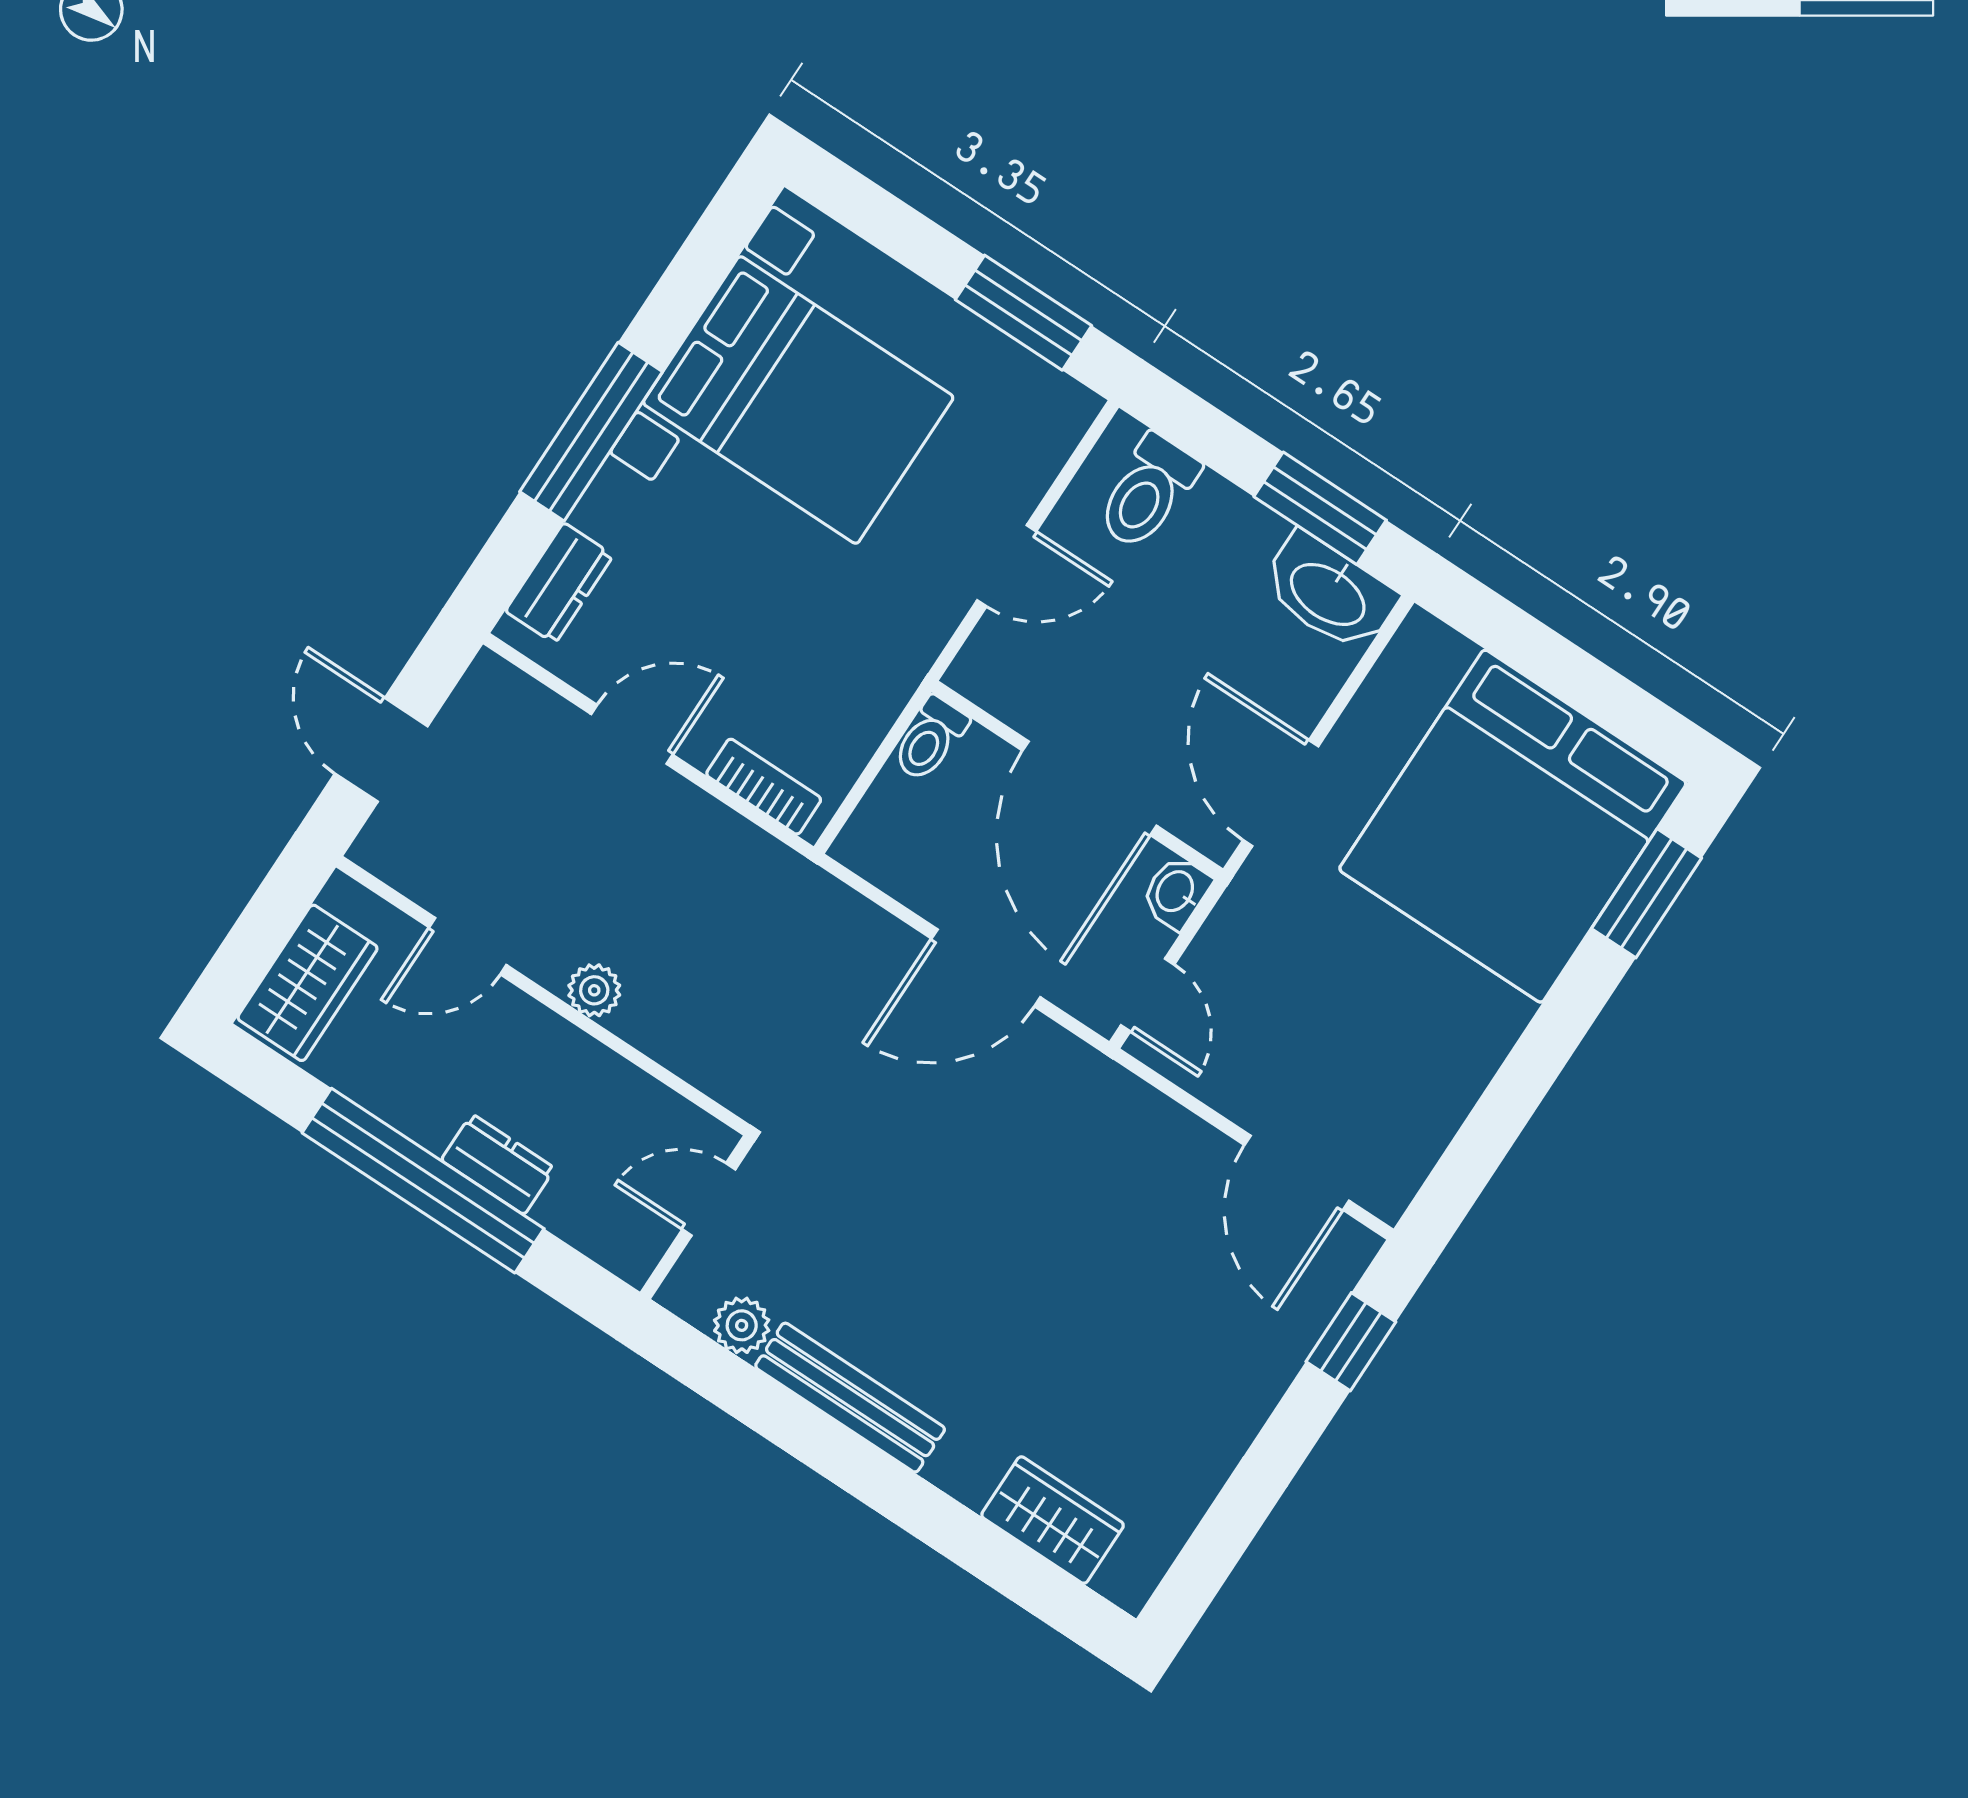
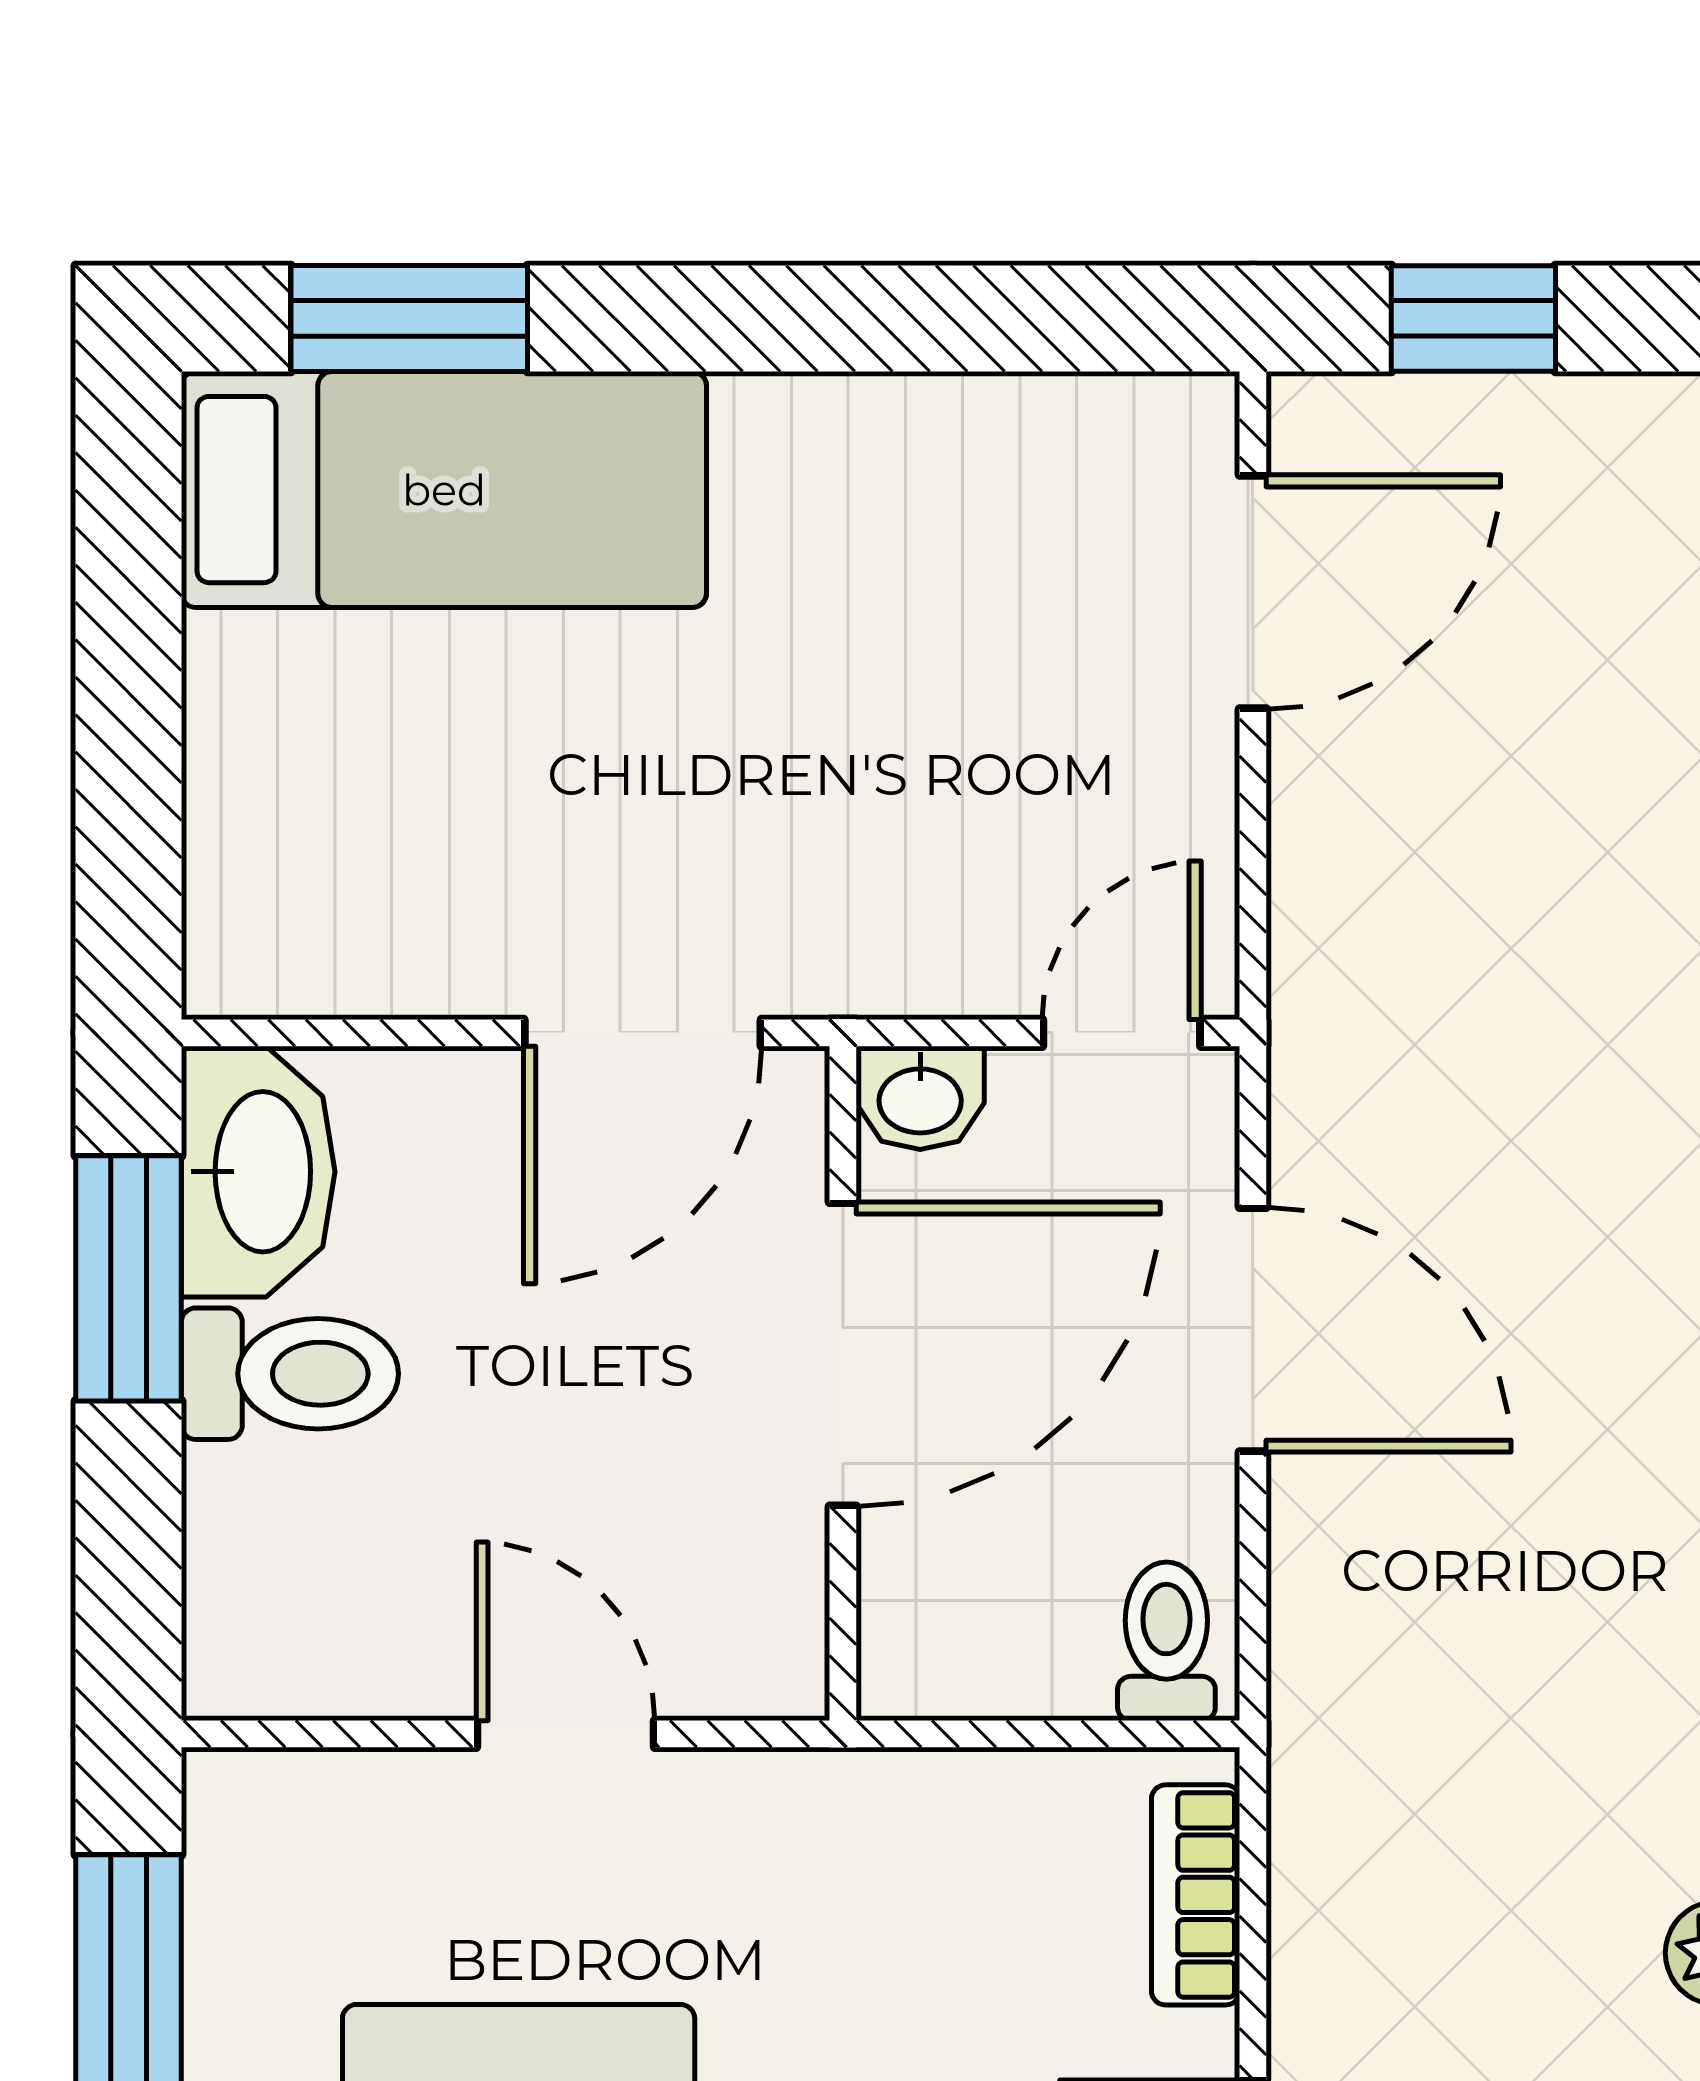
toilet: (1148, 492) -> (290, 1374), moved
toilet: (930, 739) -> (1166, 1641), moved, turned -90
bed: (1513, 826) -> (444, 490), width x0.49

